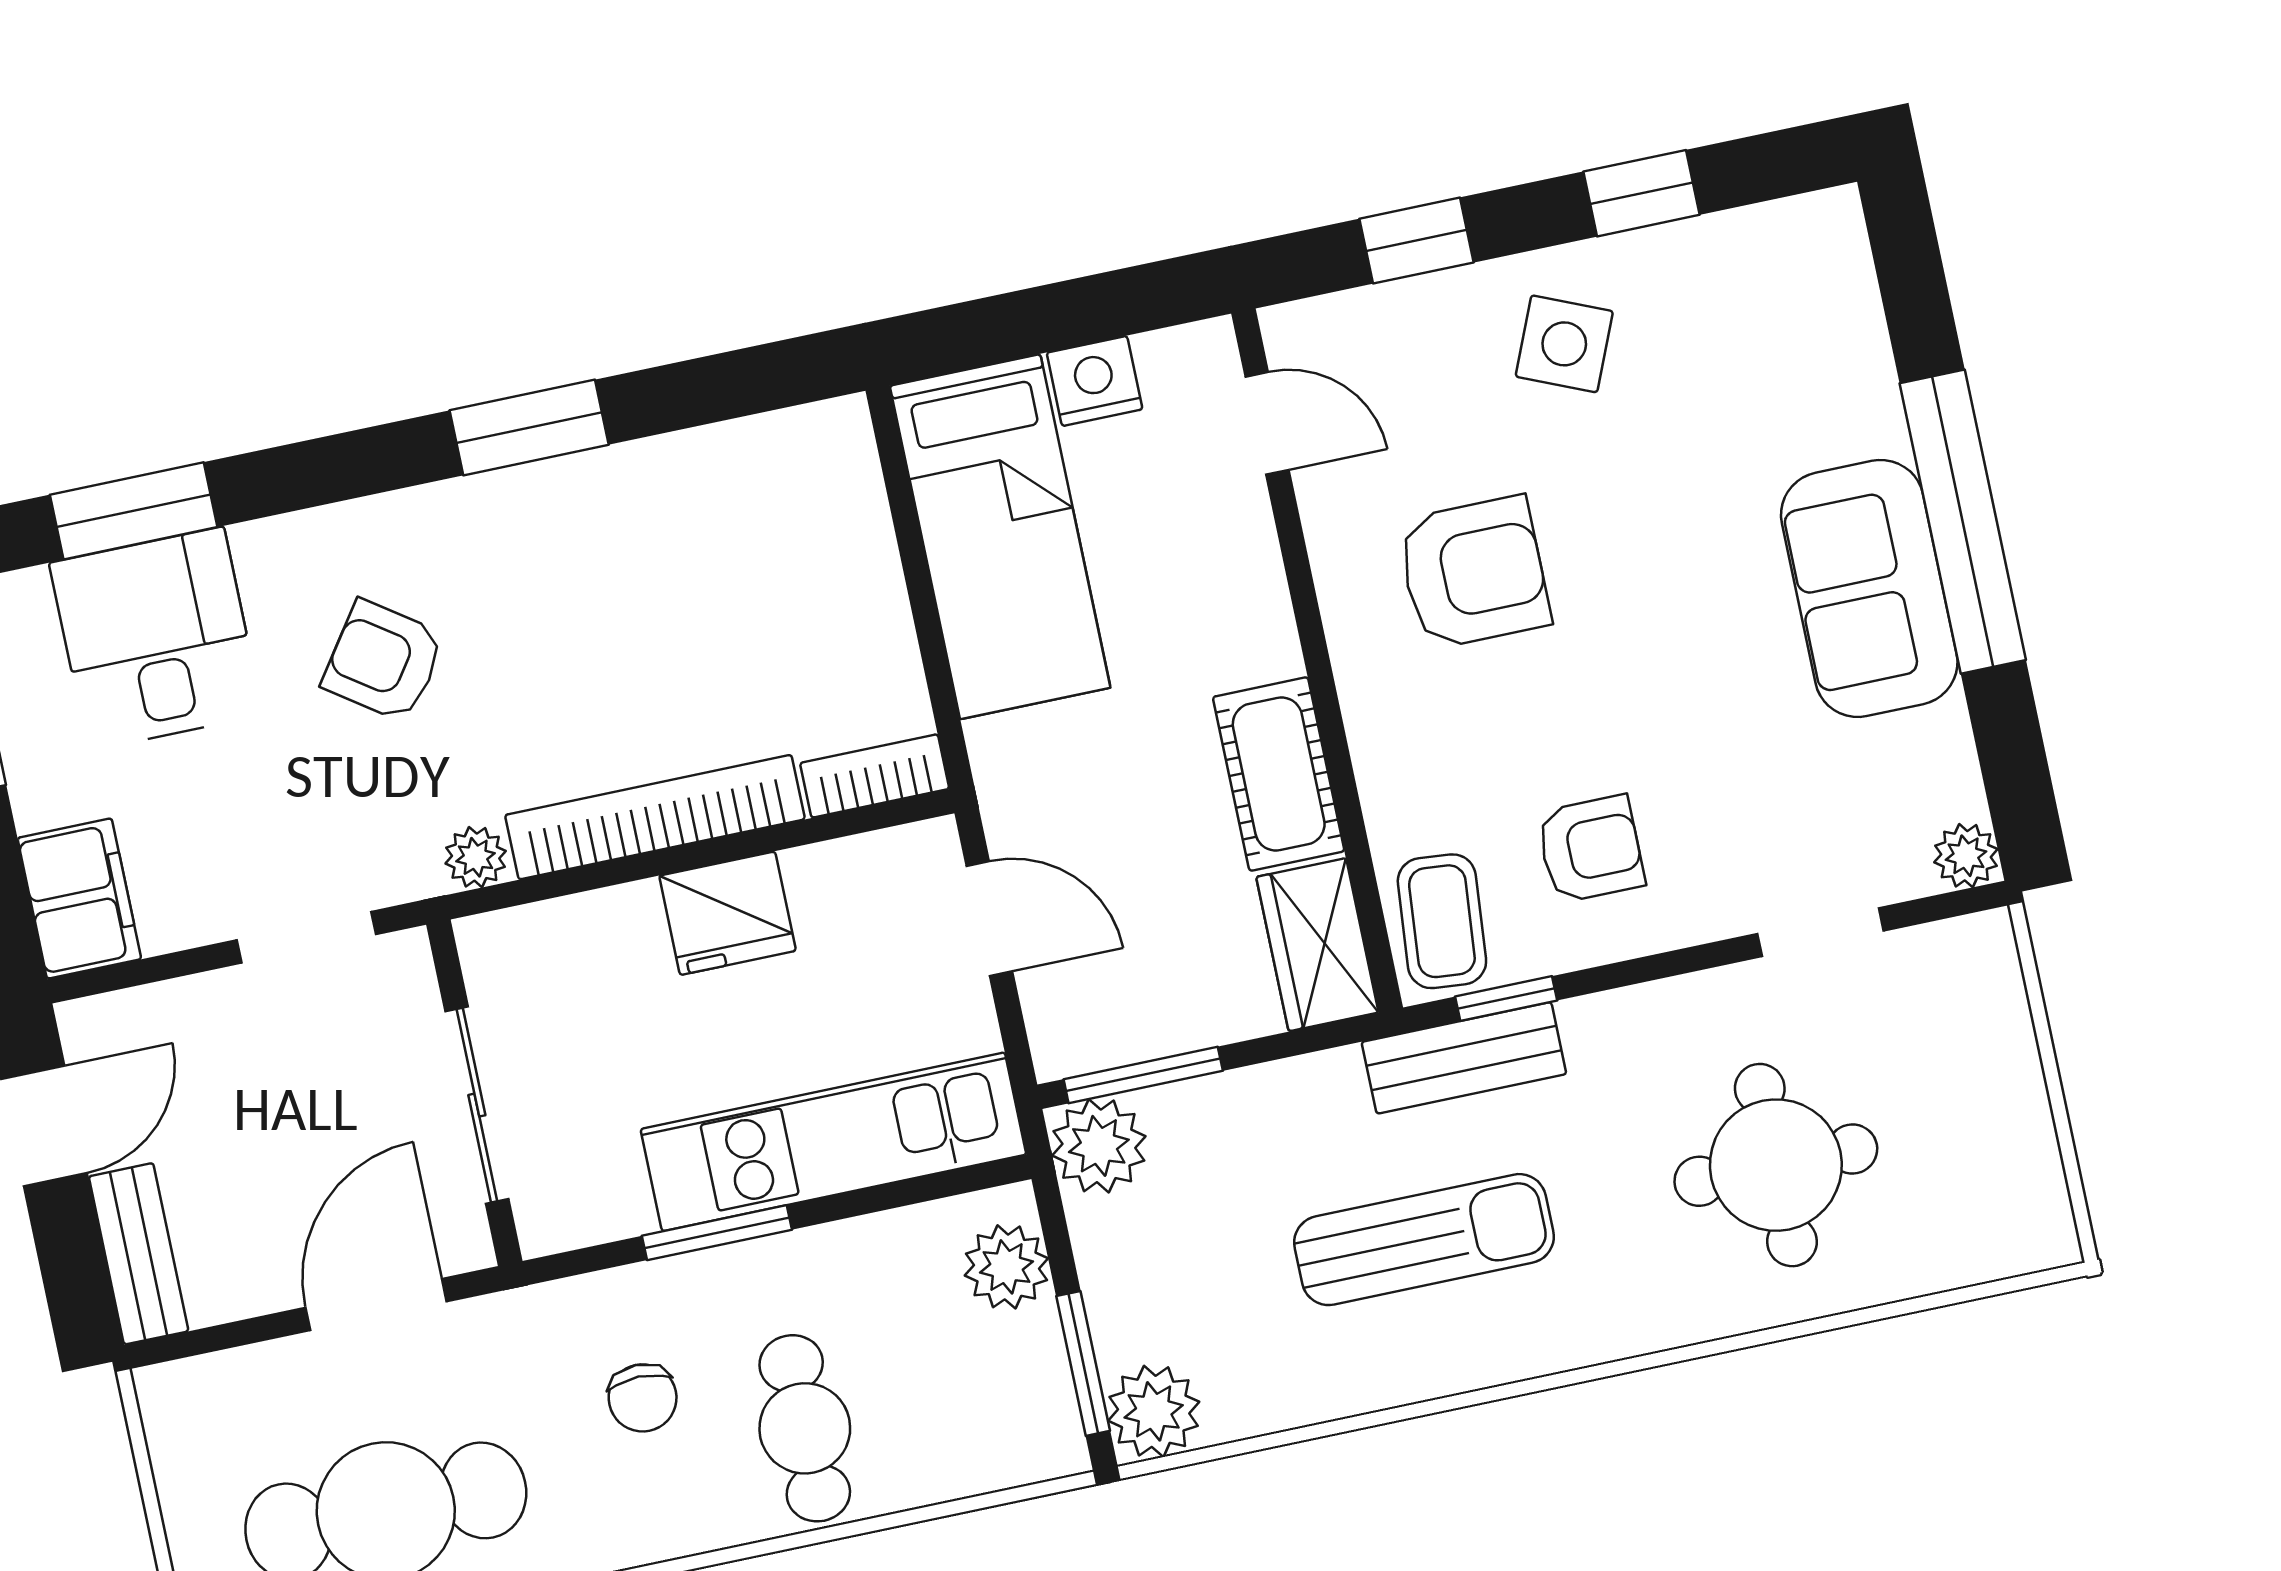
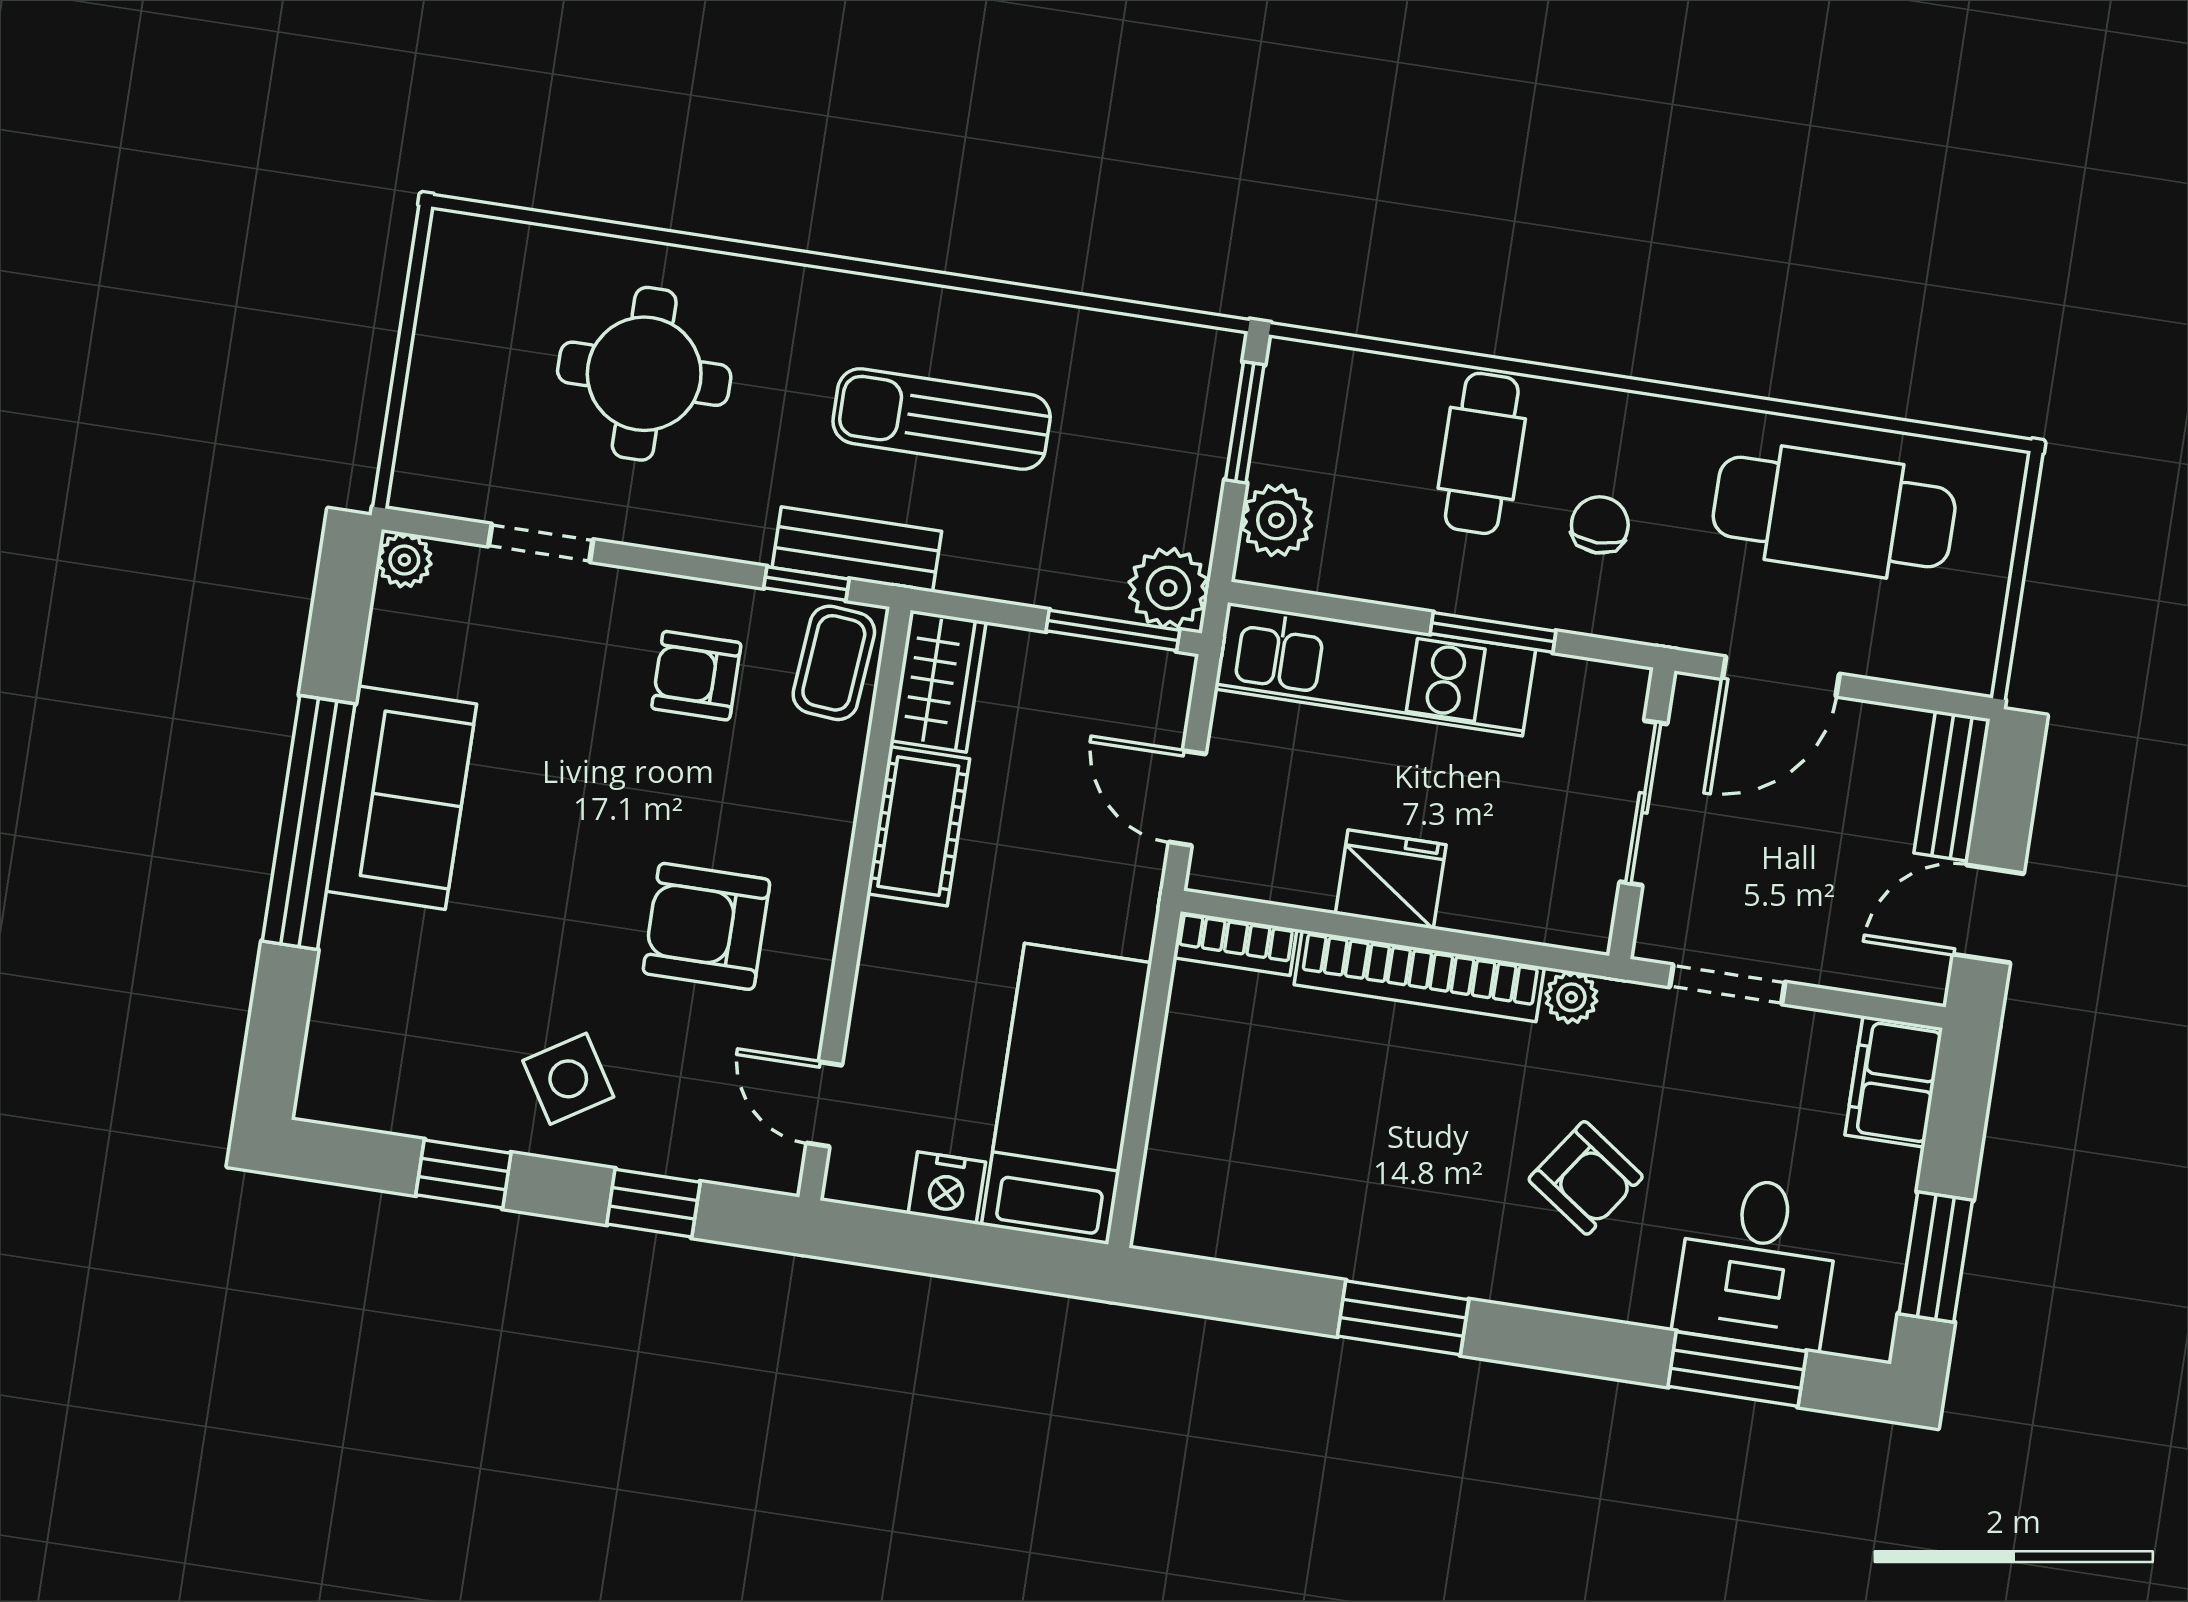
side table: (1564, 344) -> (568, 1079), turned 35
plant: (1154, 1411) -> (1204, 364), removed

